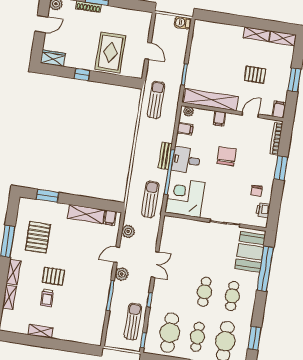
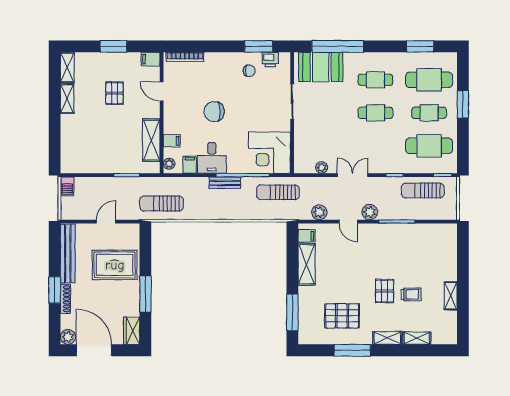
bench: (126, 15) -> (68, 254), added
door: (41, 24) -> (94, 350), width x1.87
window: (82, 75) -> (145, 294), width x2.17
shelving: (211, 100) -> (151, 140), width x0.68
filing cabinet: (219, 119) -> (172, 141), moved
desk: (186, 160) -> (212, 158), moved
window: (281, 168) -> (259, 46), moved
window: (47, 196) -> (292, 312), width x1.44
plant: (165, 239) -> (322, 167), added

